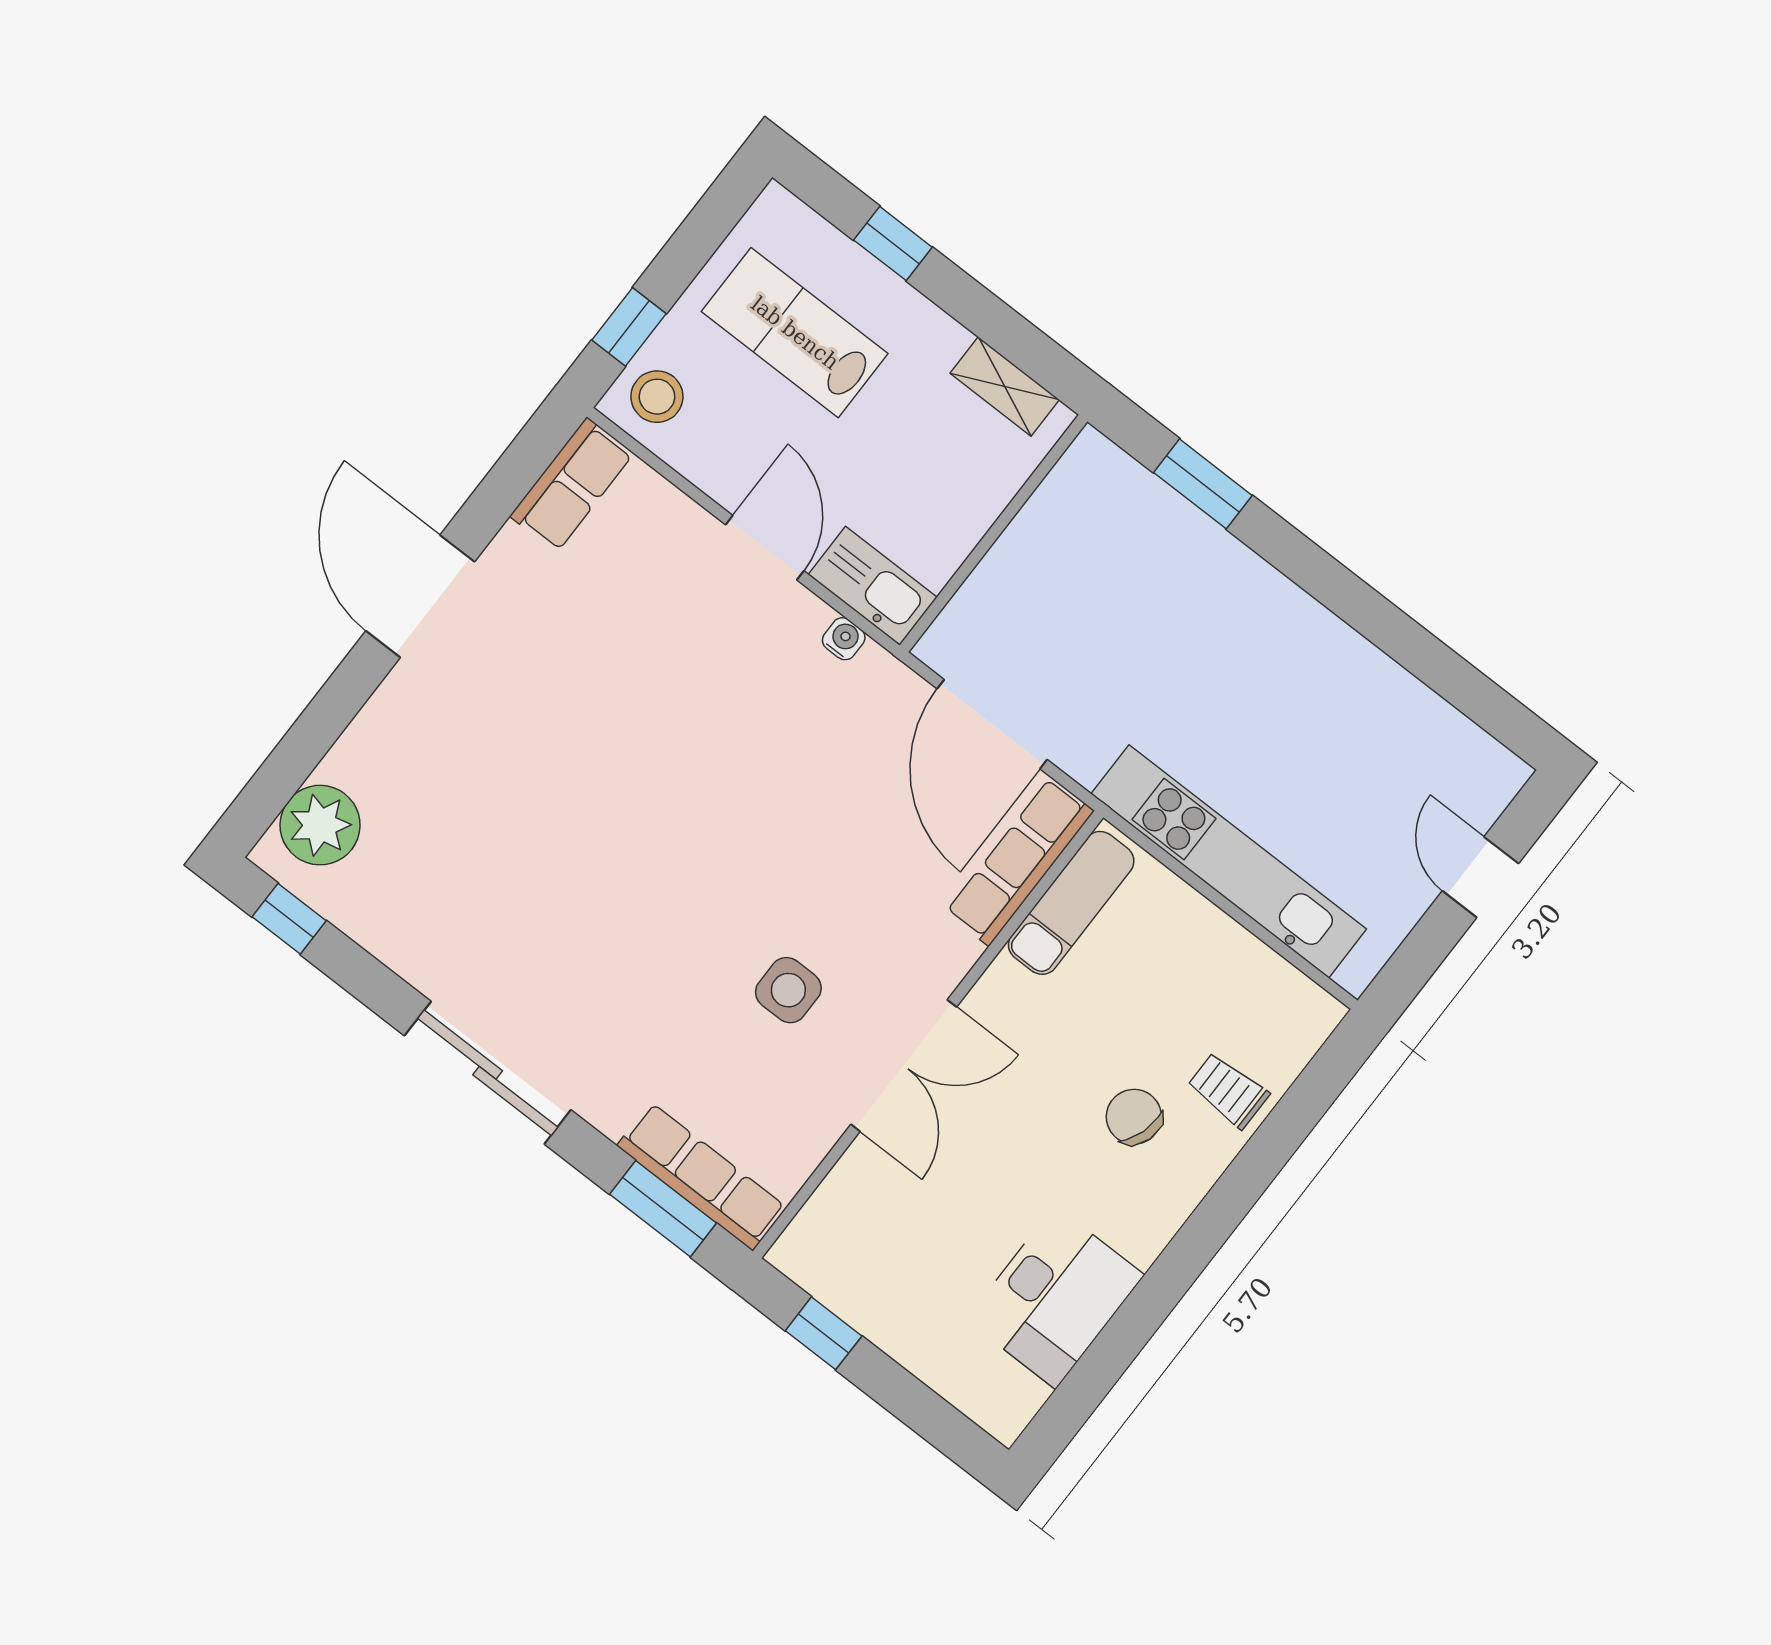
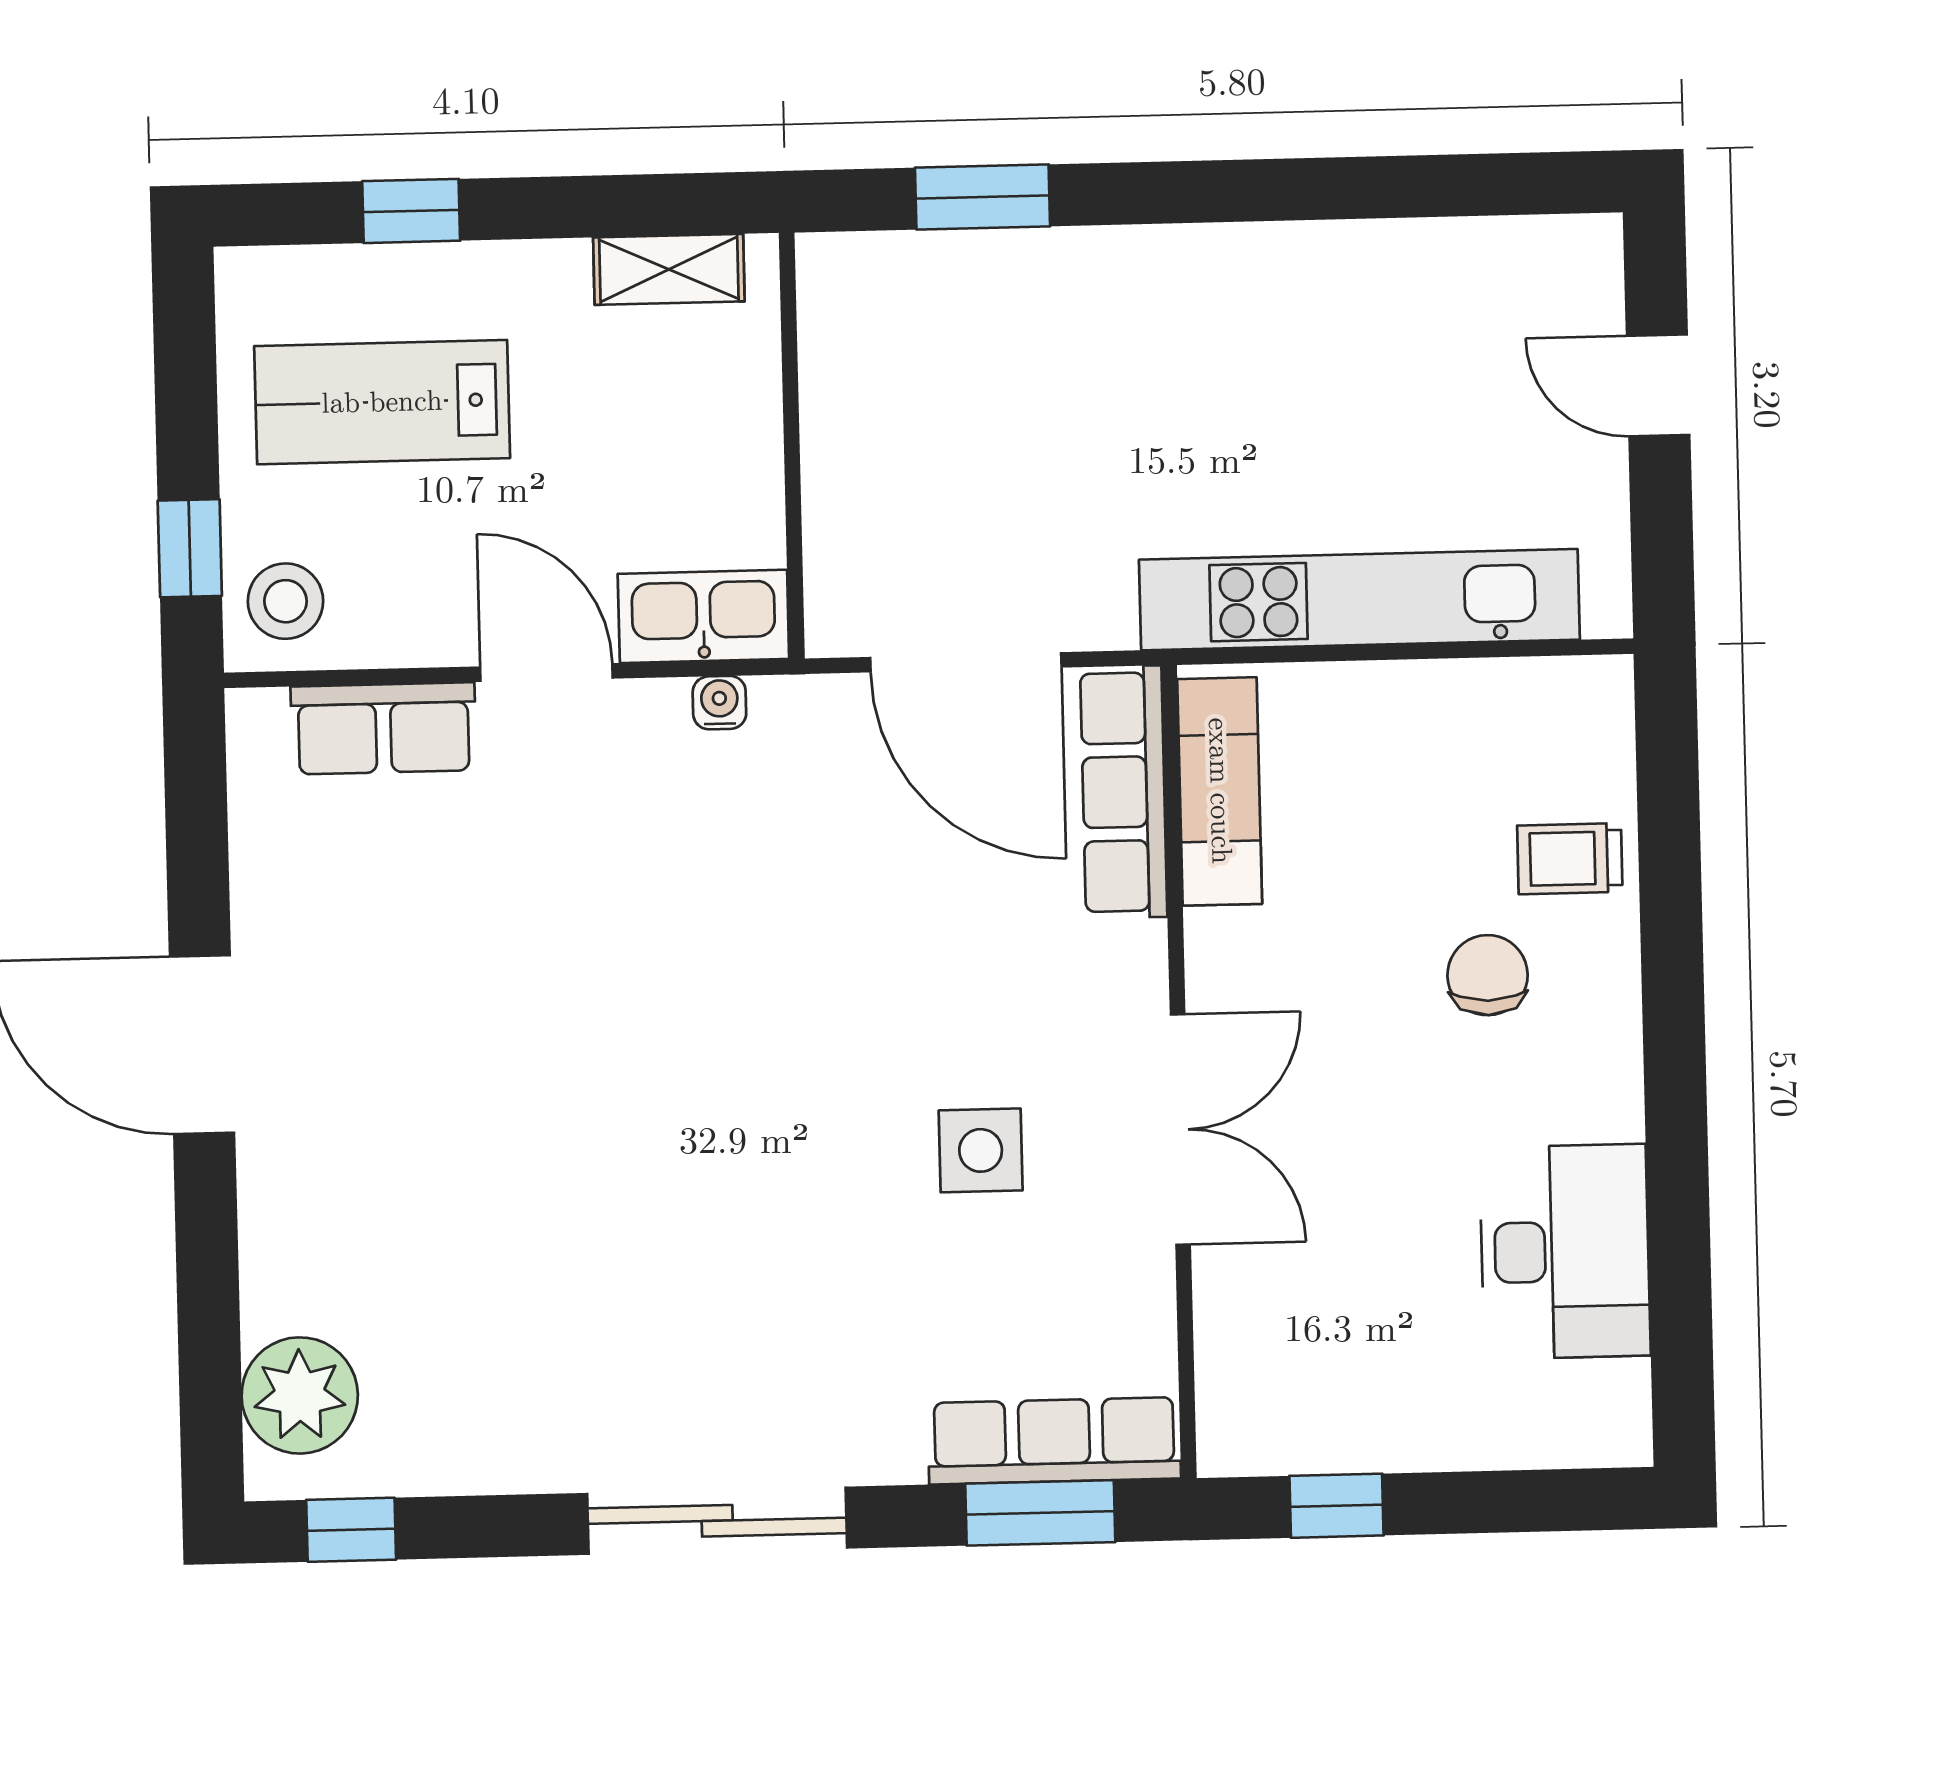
row of seats: (572, 485) -> (383, 728), moved, turned 90
chair: (1134, 1117) -> (1488, 975), turned 73

